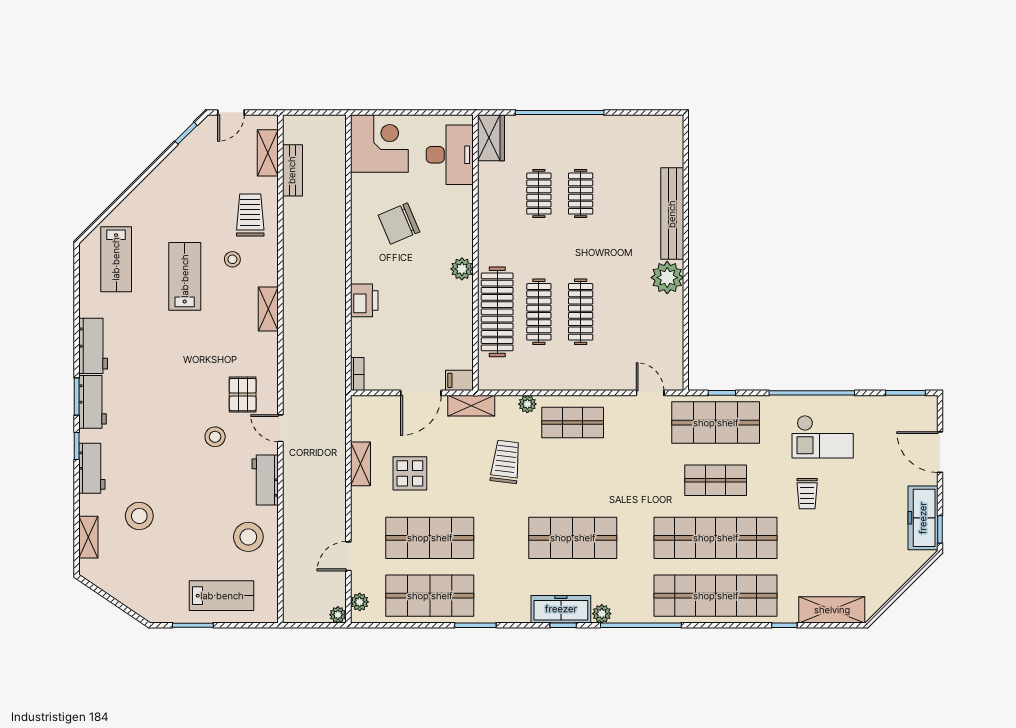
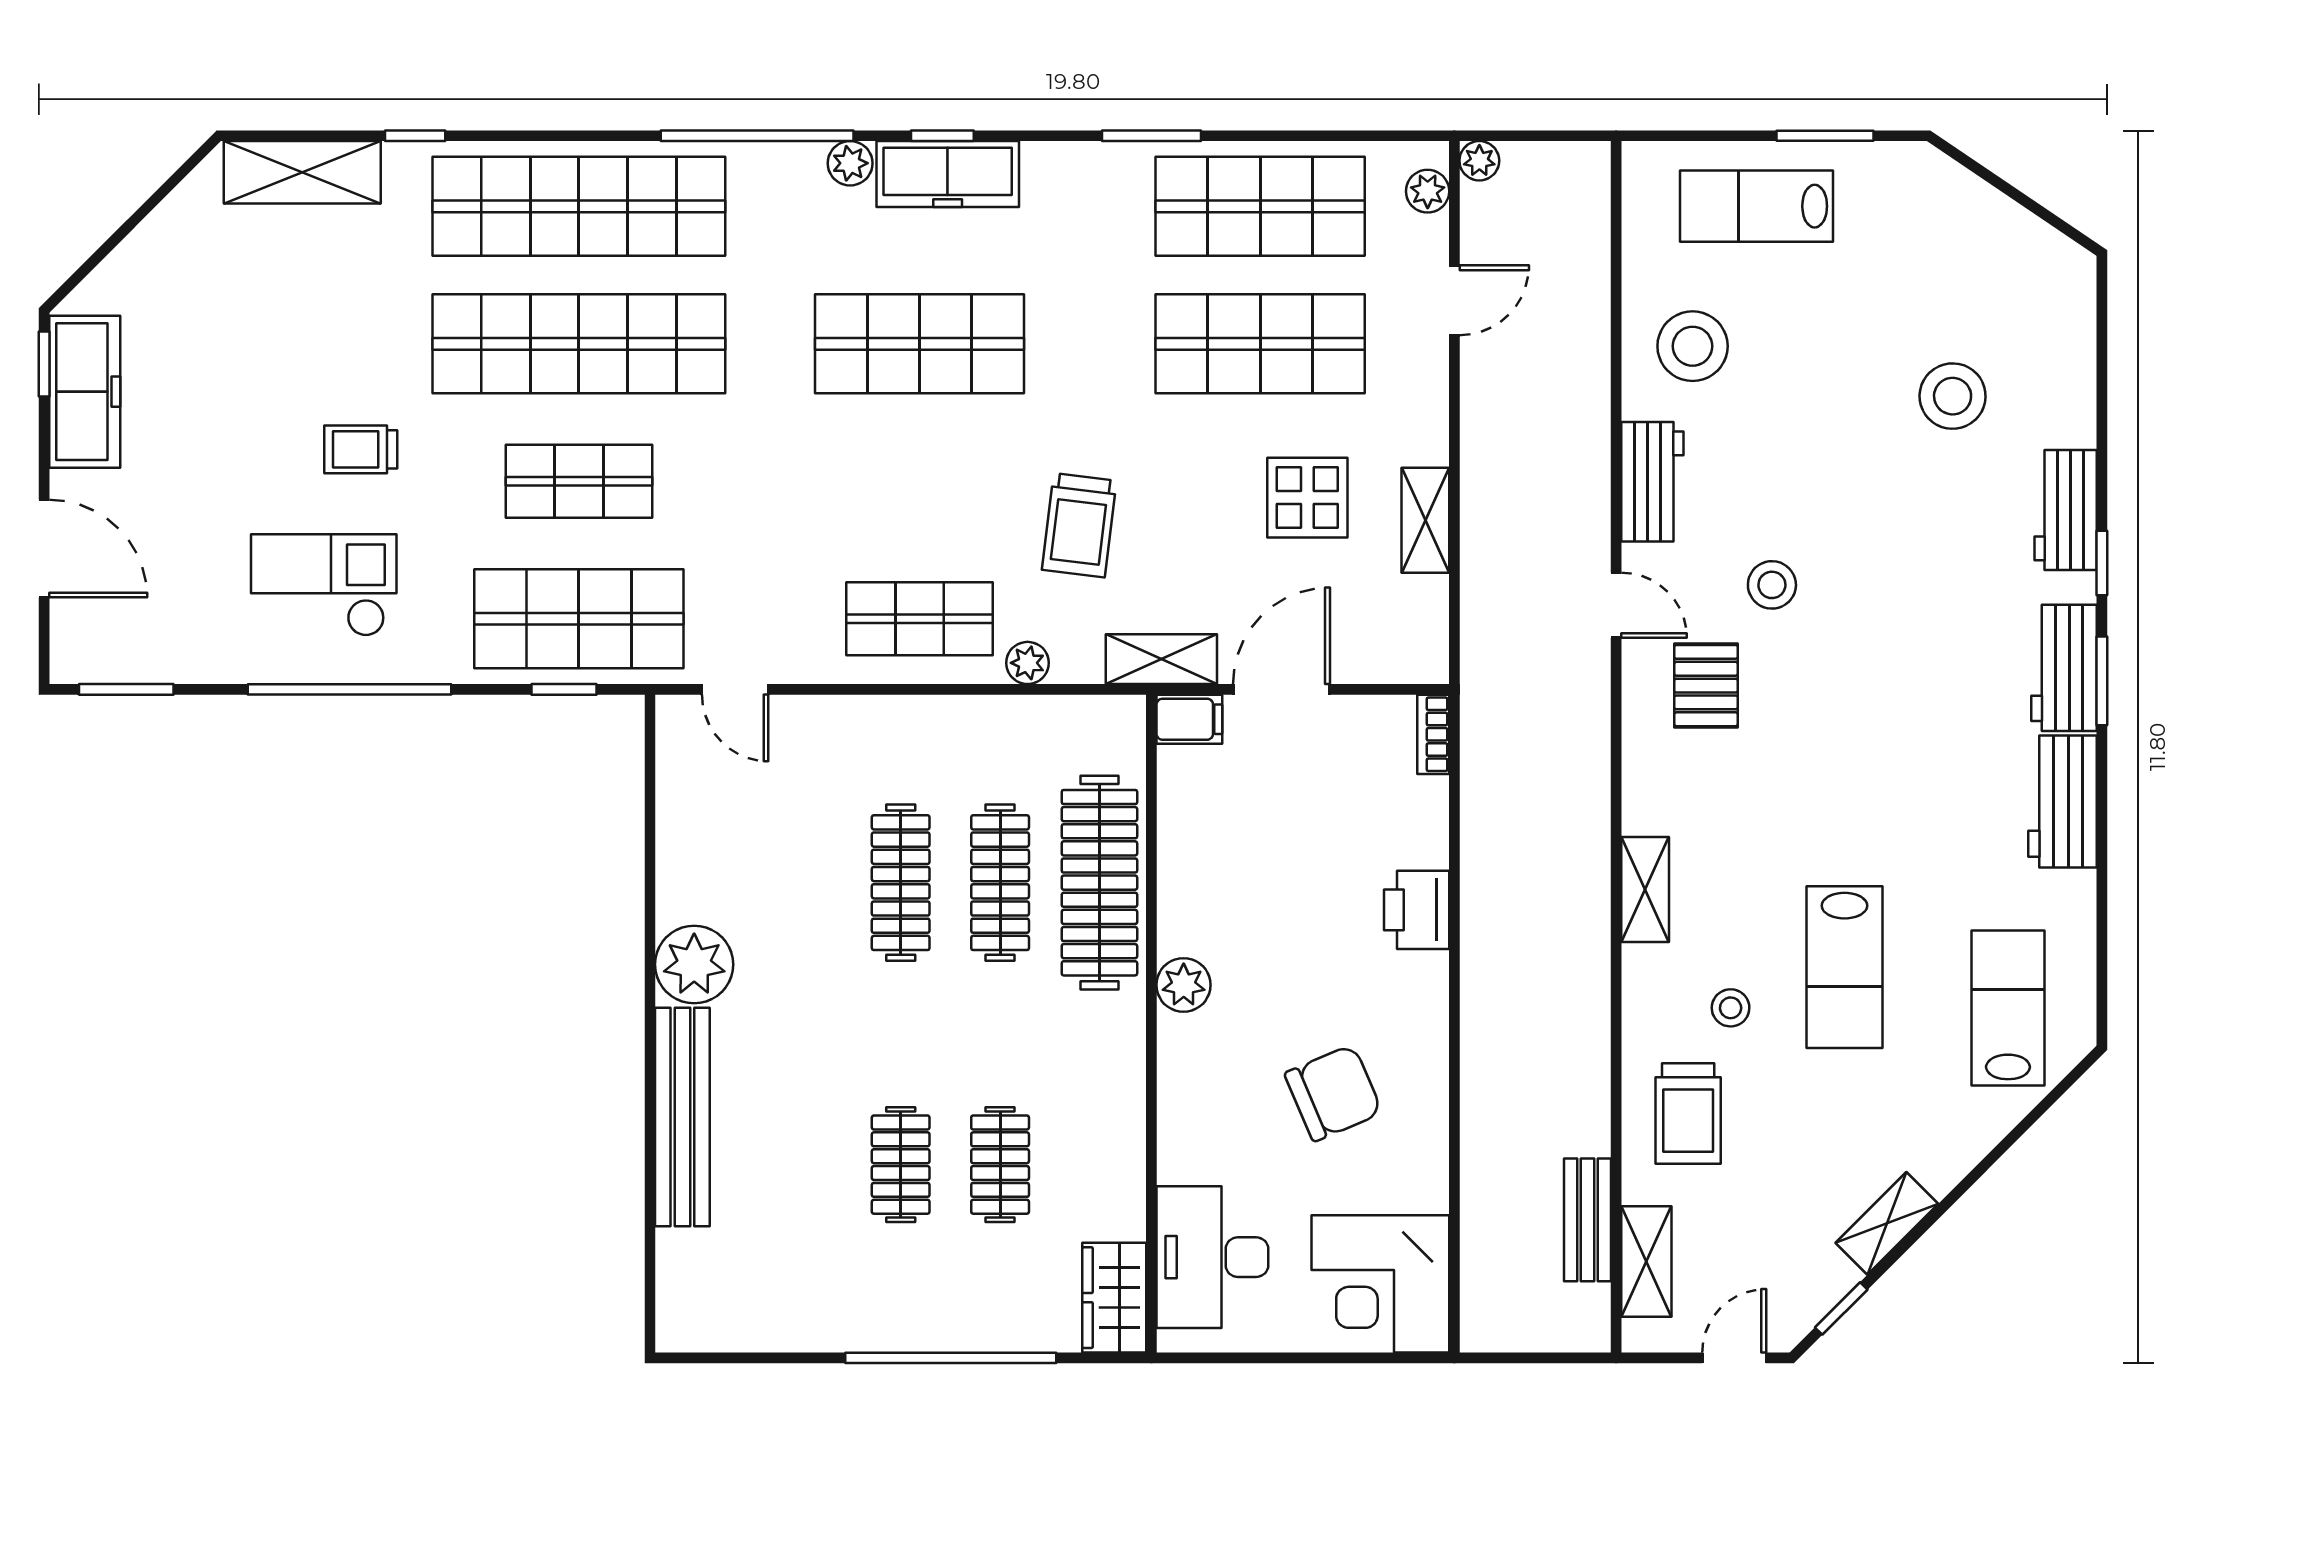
trolley: (807, 494) -> (361, 449), turned -90
shelving: (88, 537) -> (1887, 1223), moved, turned 45

